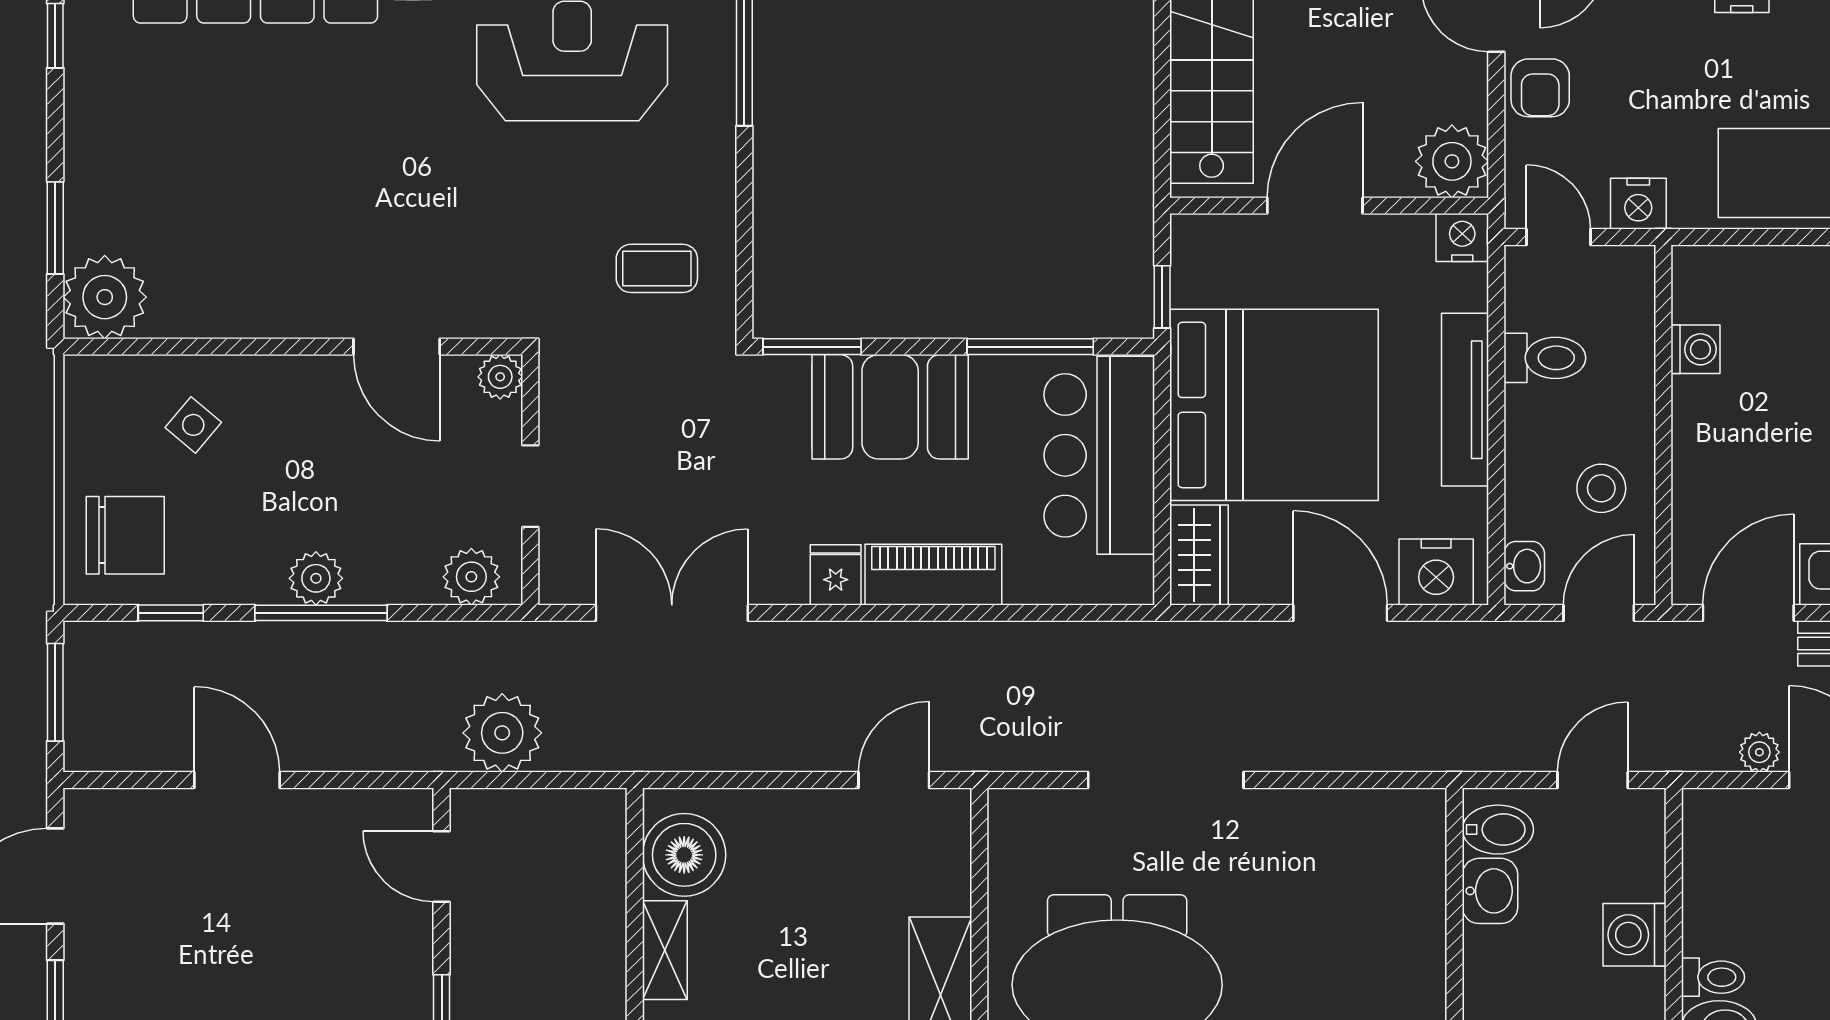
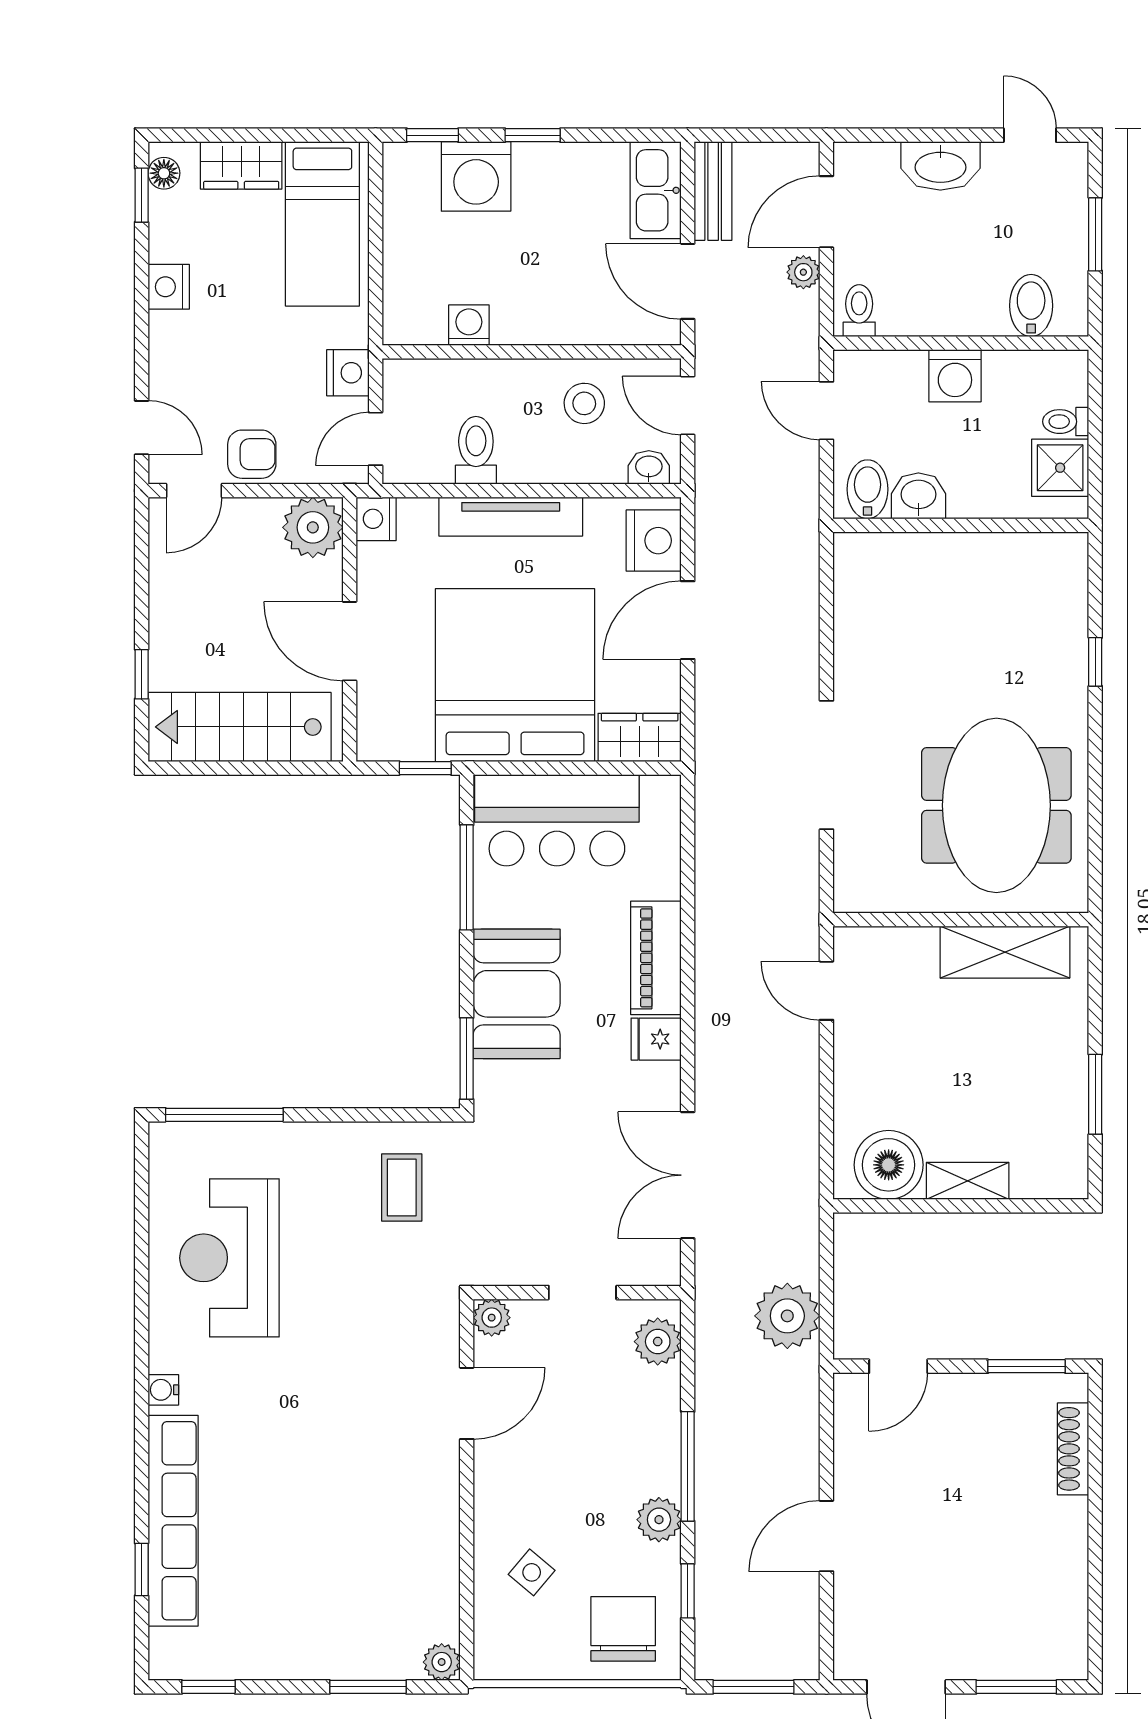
plant: (105, 297) -> (442, 1662), width x0.53, depth x0.53
plant: (316, 578) -> (659, 1520), moved
toilet: (1713, 977) -> (859, 311), moved

